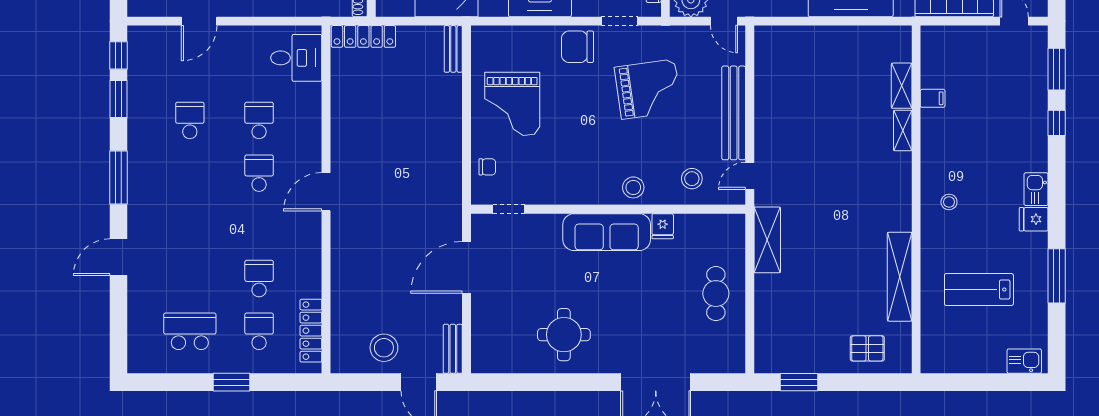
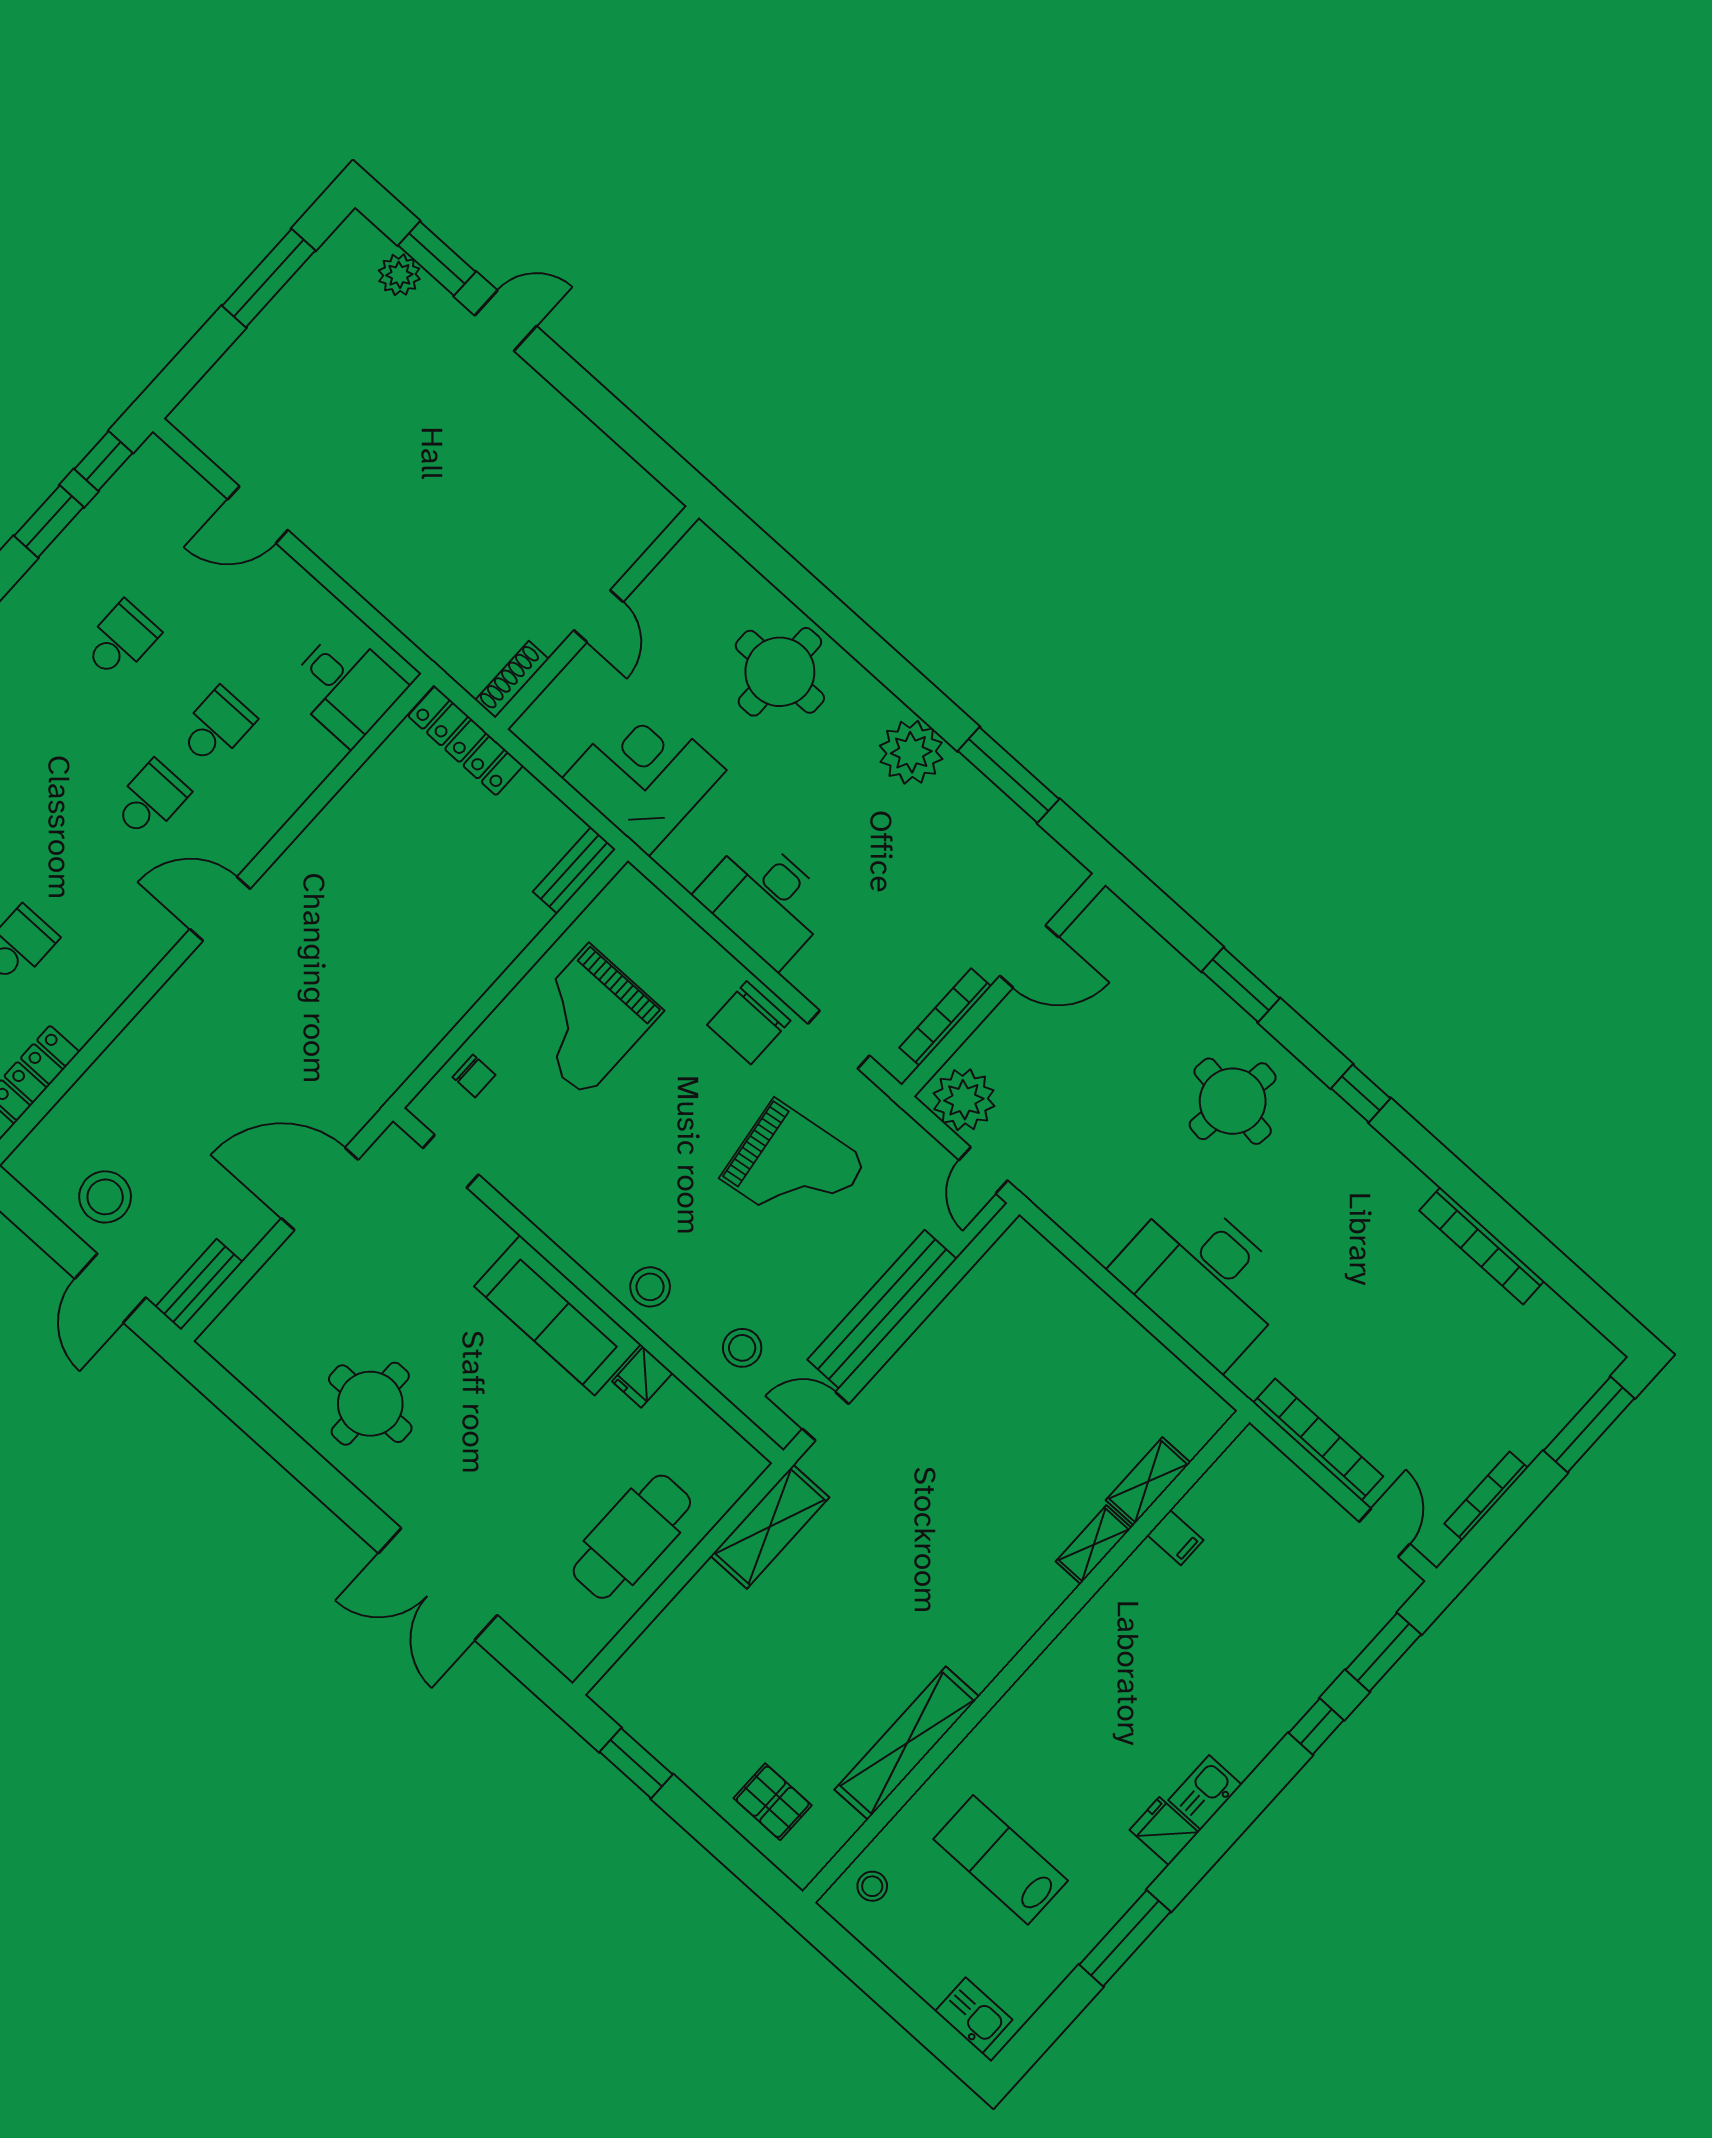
chair: (578, 47) -> (749, 1023), turned -90
stool: (949, 202) -> (872, 1886), moved
cafe table: (716, 294) -> (632, 1537), width x1.37, depth x1.35

